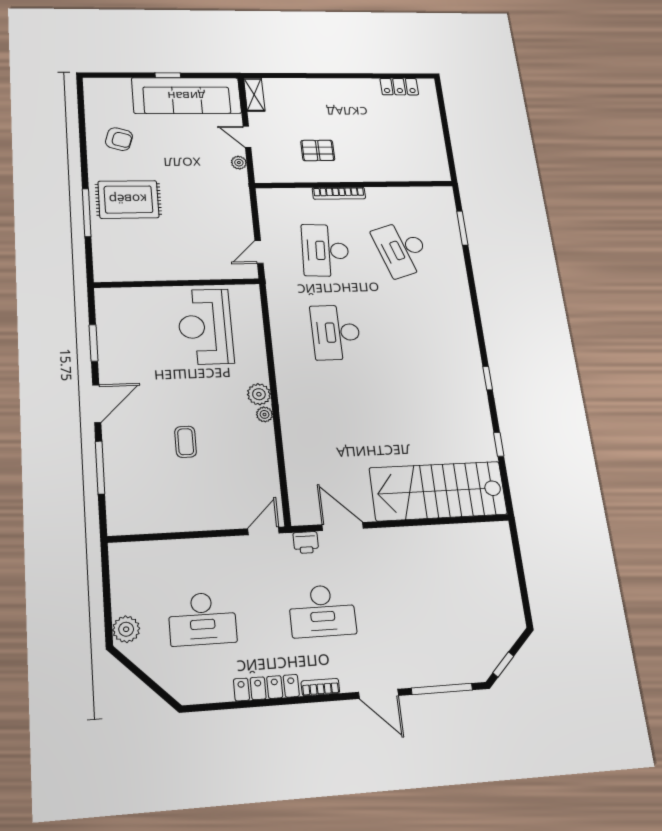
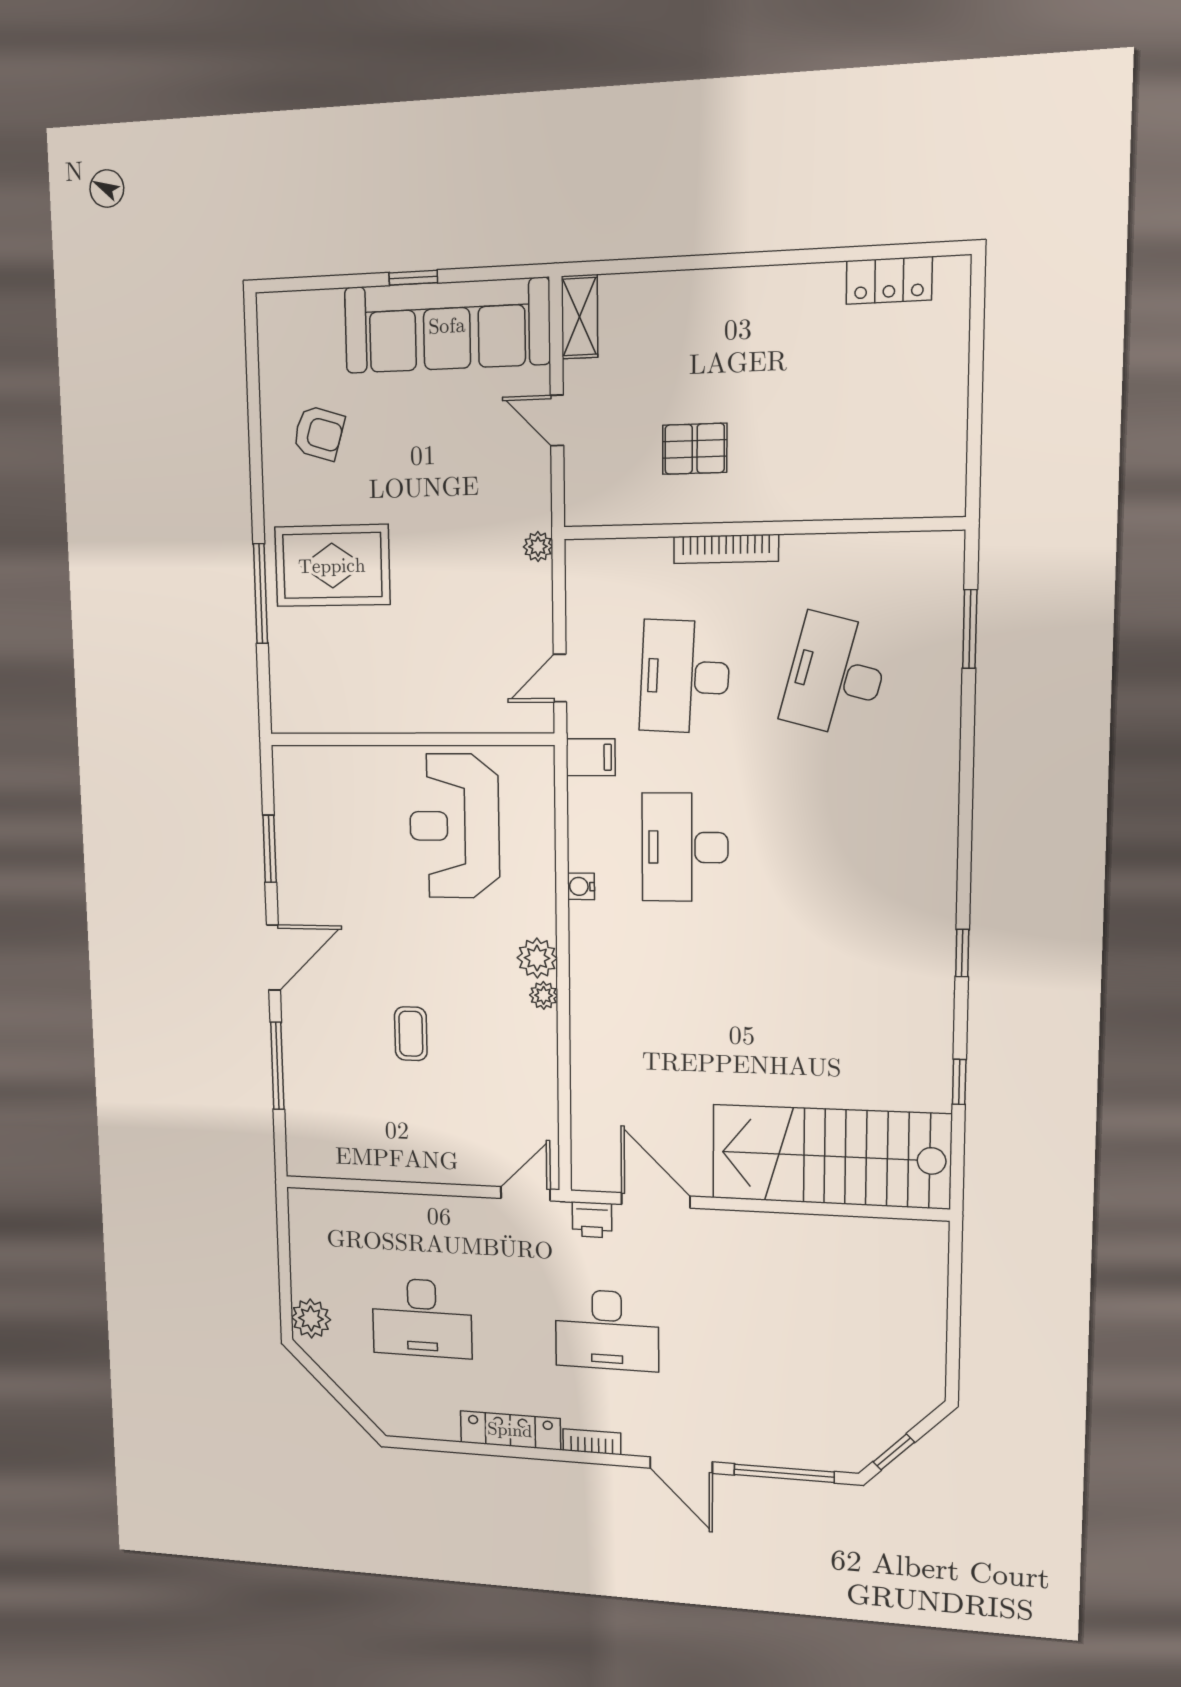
plant: (239, 163) -> (538, 547), moved
desk: (402, 249) -> (836, 675), turned 33
filing cabinet: (279, 290) -> (591, 757), added
water cooler: (281, 355) -> (581, 886), added

